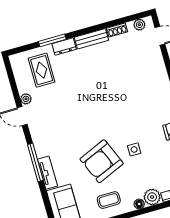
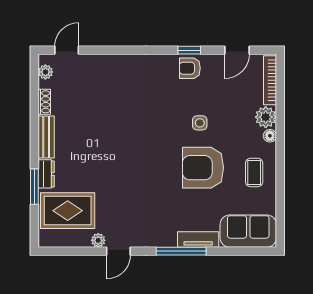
rug: (42, 70) -> (68, 211), width x1.36, depth x1.43
armchair: (102, 161) -> (203, 168), turned 113

